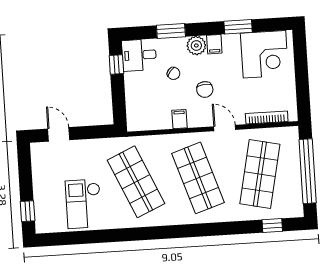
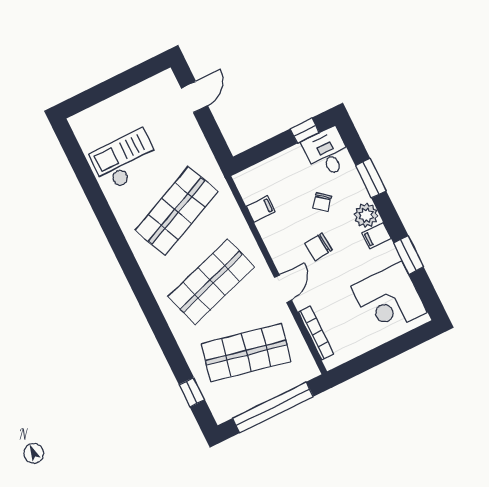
filing cabinet: (179, 119) -> (260, 209), moved
window: (28, 211) -> (89, 98), removed

